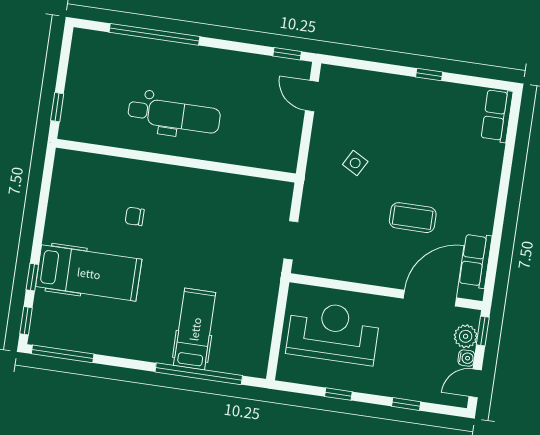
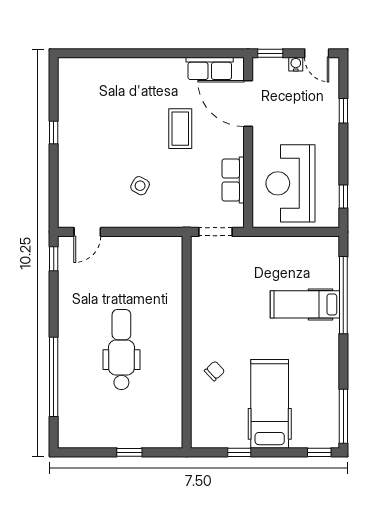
row of seats: (497, 115) -> (233, 180), moved, turned 90
wall: (176, 161) -> (187, 342), moved
chair: (135, 216) -> (215, 371), turned -133
window: (32, 277) -> (239, 452), moved
plant: (466, 336) -> (277, 68), removed
window: (338, 394) -> (343, 196), moved

